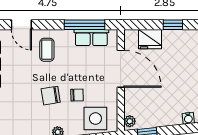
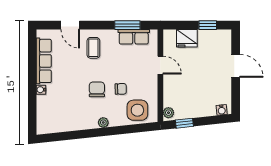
window: (84, 25) -> (127, 25), width x0.69
door: (121, 69) -> (160, 65), width x0.53
chair: (51, 96) -> (97, 89), turned 99

